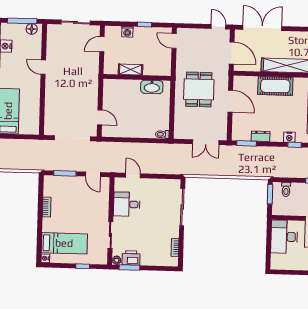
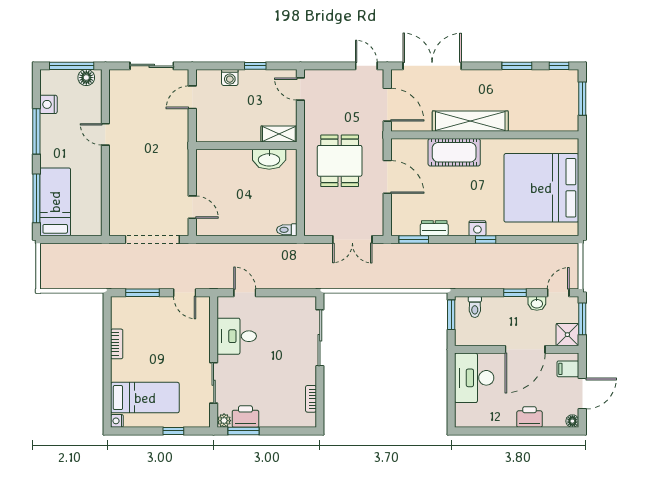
shelving: (131, 70) -> (279, 134), moved

